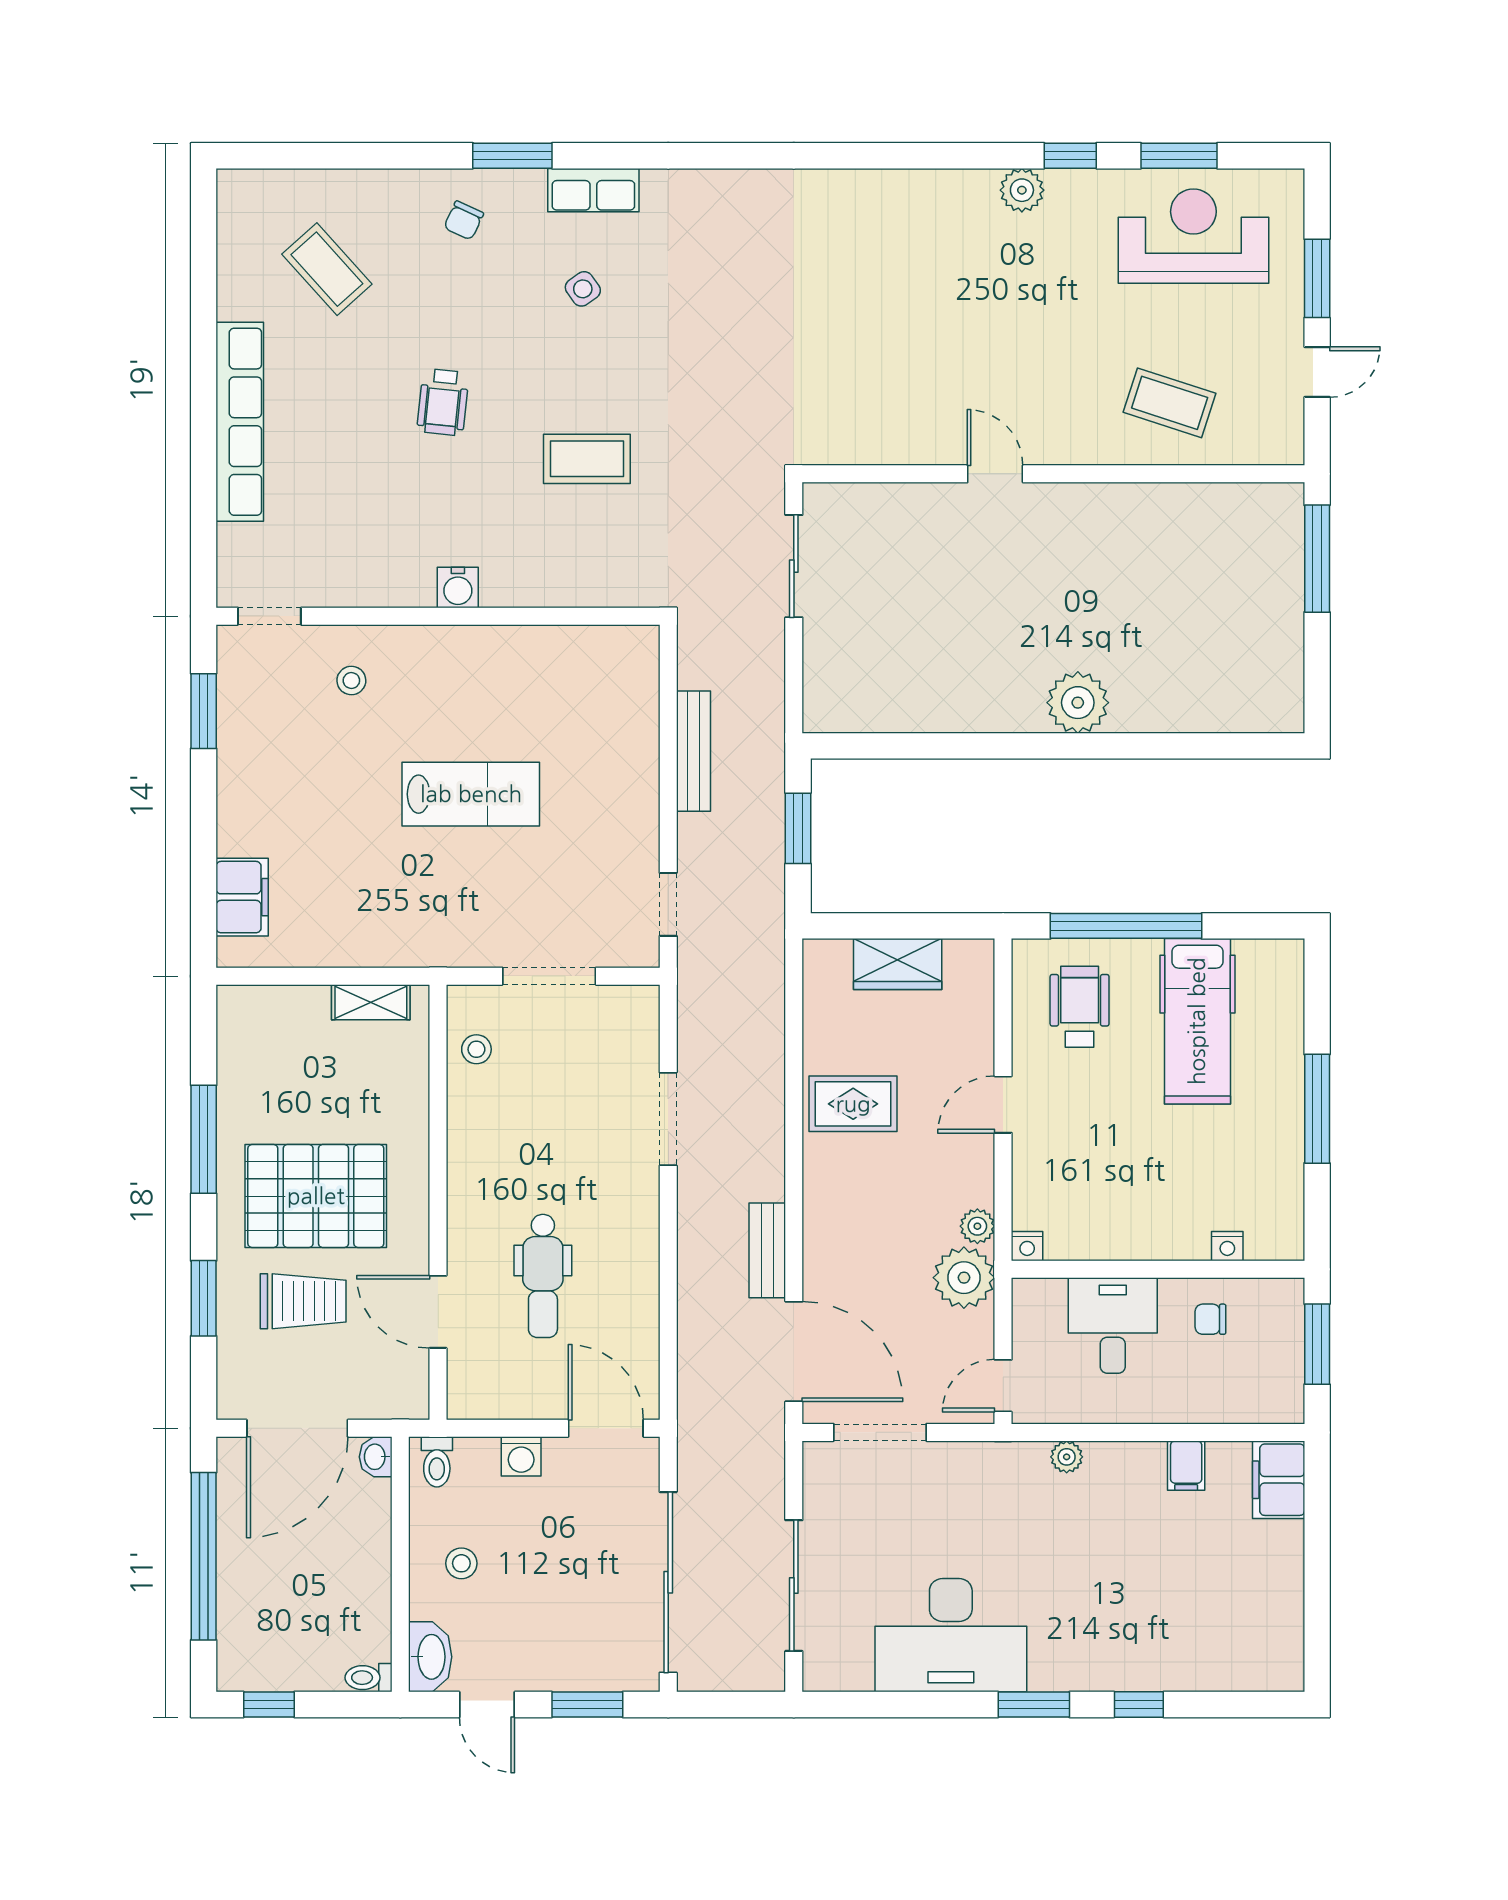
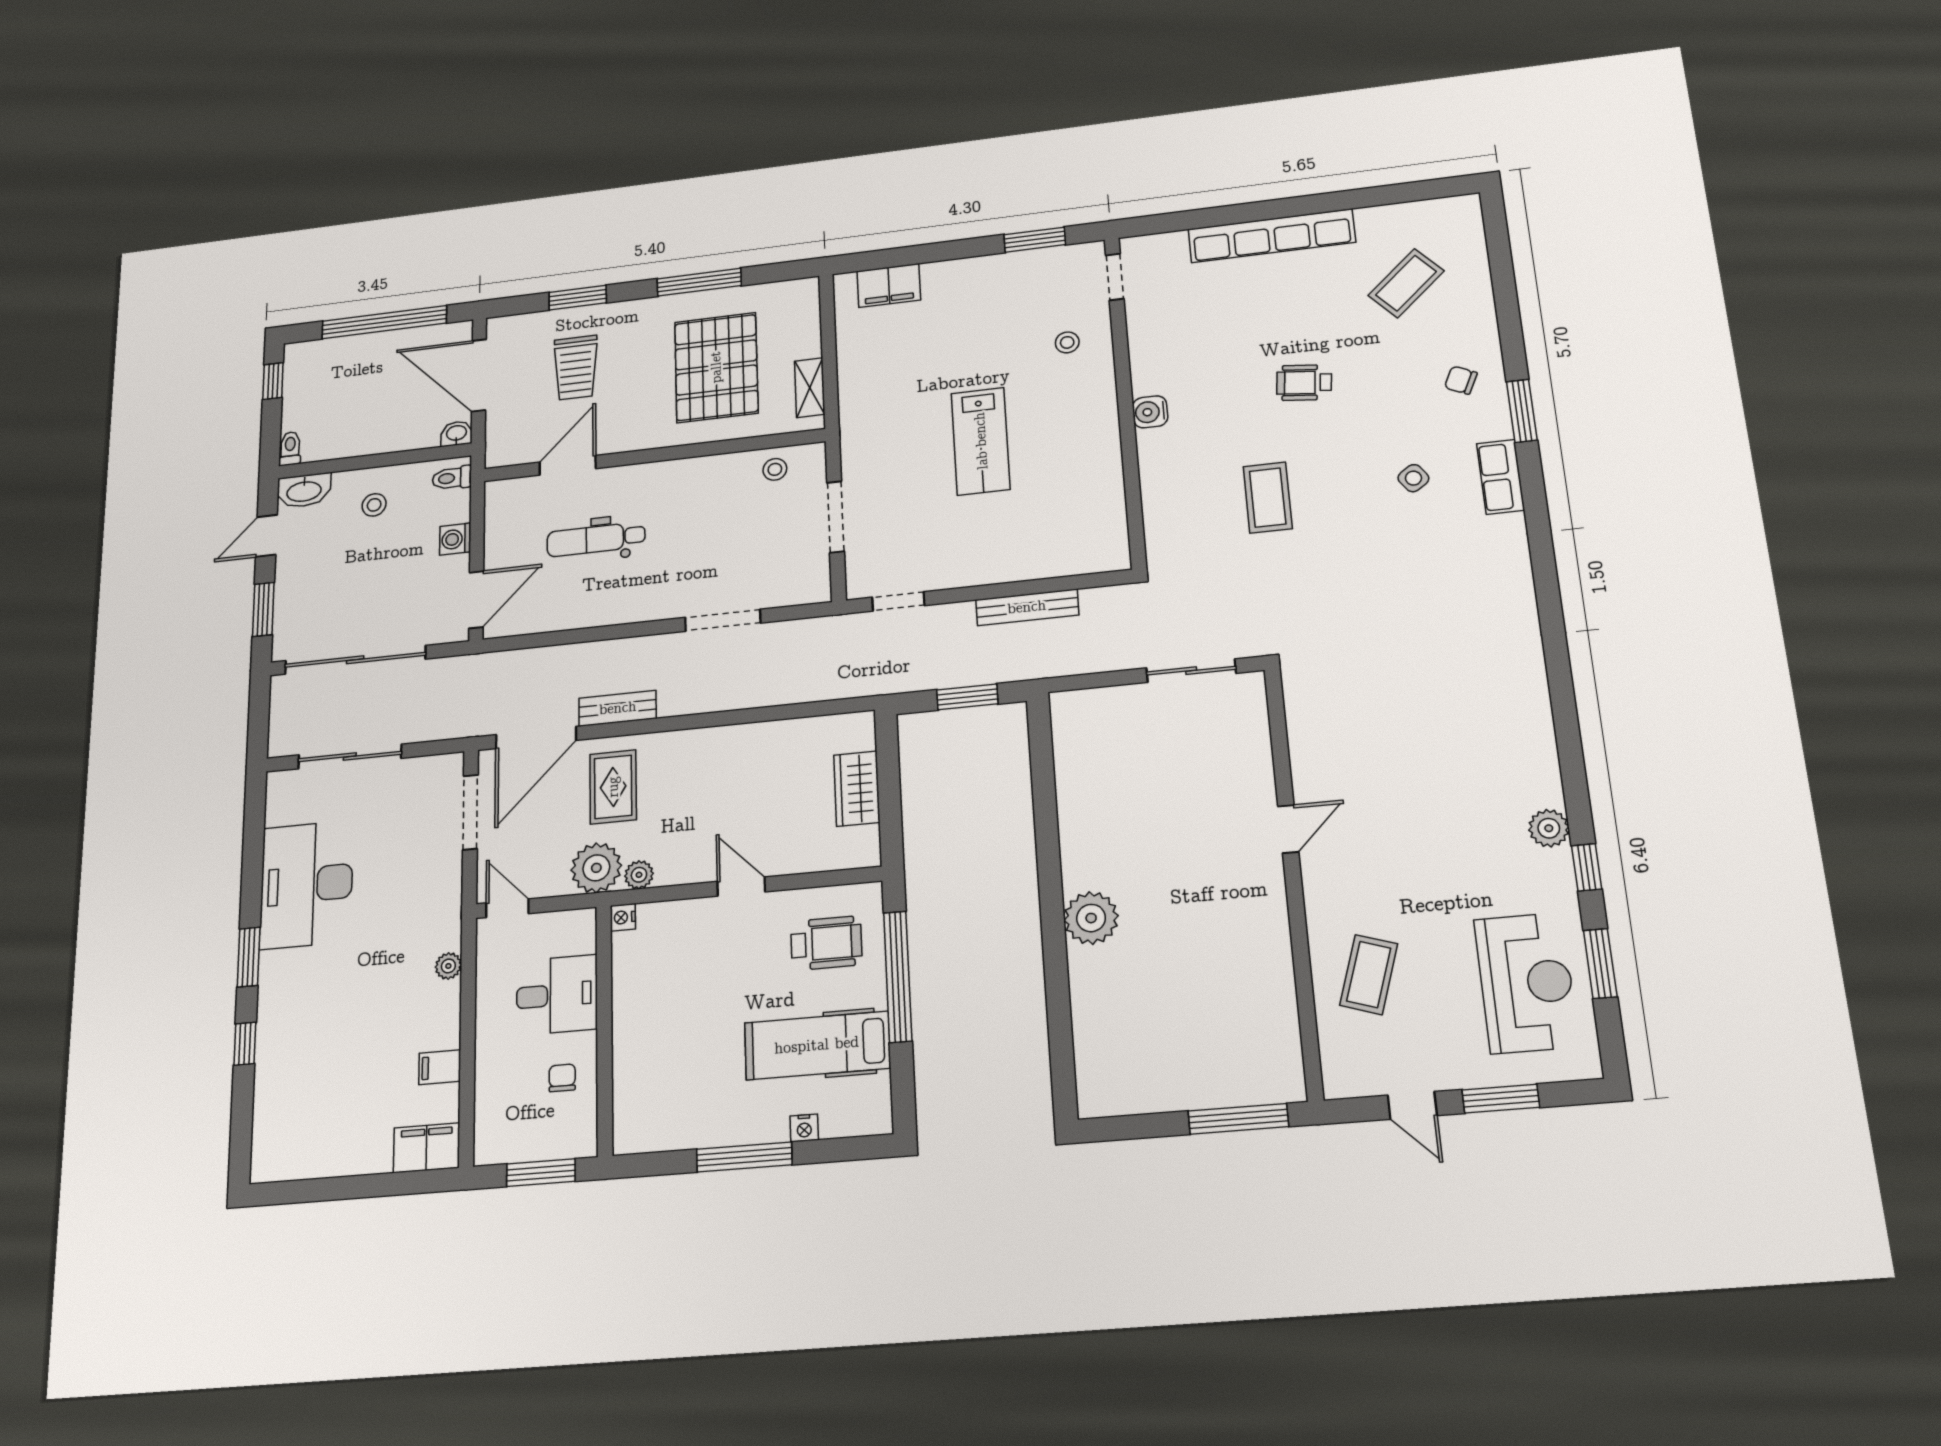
rug: (853, 1104) -> (613, 787), moved
pallet: (316, 1196) -> (716, 367), moved
nightstand: (1227, 1246) -> (804, 1128), moved, turned -90

